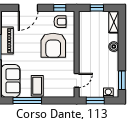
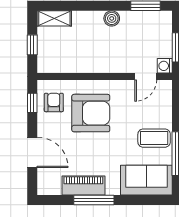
boiler: (114, 47) -> (112, 18), moved
door: (77, 80) -> (146, 77), swing flipped
washing machine: (108, 93) -> (165, 66), moved

